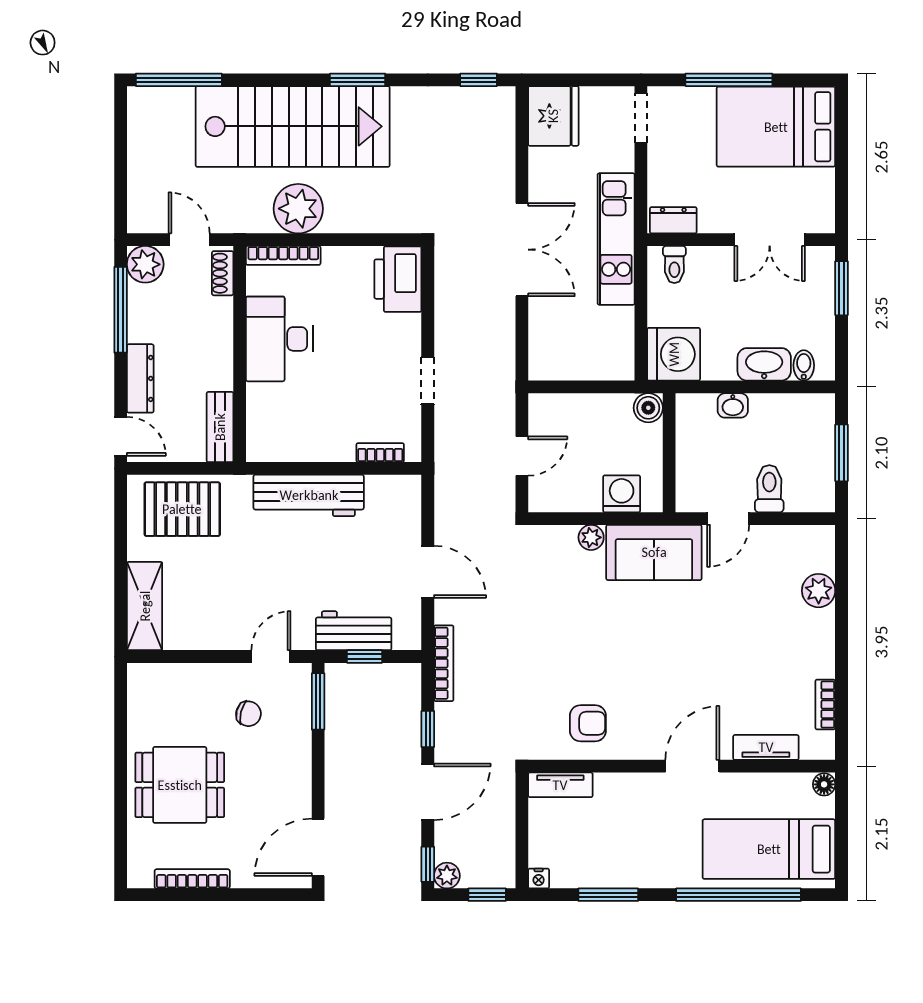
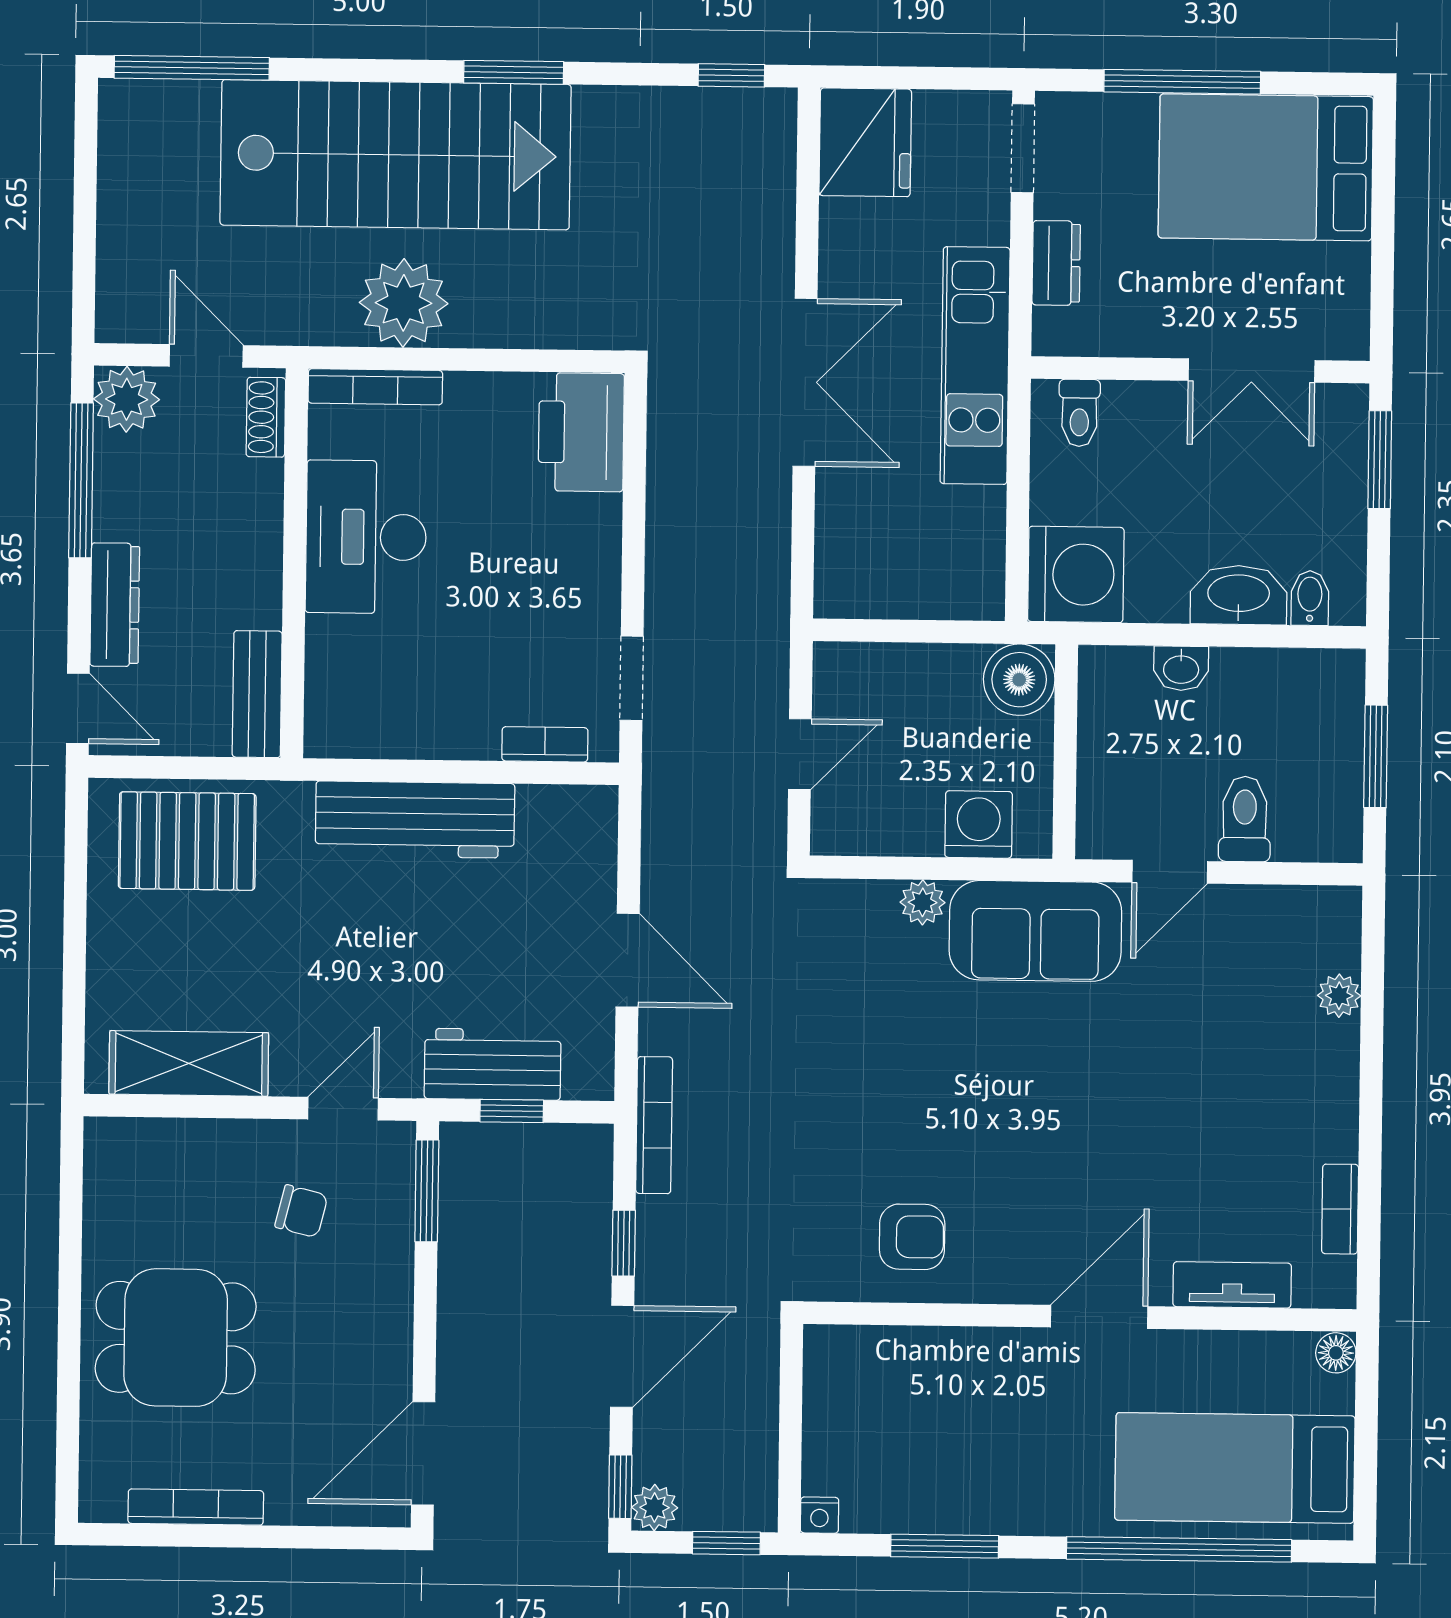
dresser: (673, 220) -> (1056, 263), moved, turned 90
doorway: (428, 381) -> (632, 678), moved
boiler: (648, 408) -> (1019, 680), width x1.36, depth x1.36
plant: (819, 591) -> (1339, 996), width x0.73, depth x0.73
shelving: (145, 606) -> (189, 1063), moved, turned 90
tv unit: (560, 785) -> (861, 1347), removed

